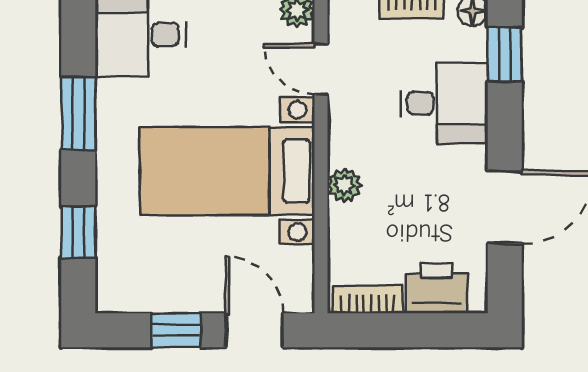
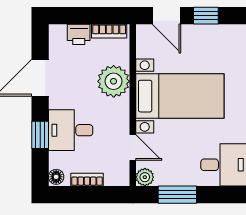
window: (505, 54) -> (40, 135), moved
plant: (344, 185) -> (114, 81), width x1.87, depth x1.87
printer: (436, 288) -> (79, 34), width x0.73, depth x0.81

